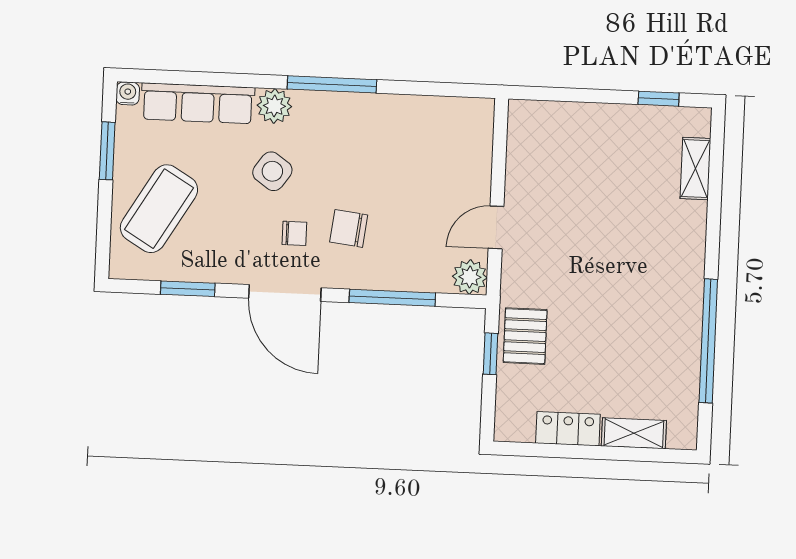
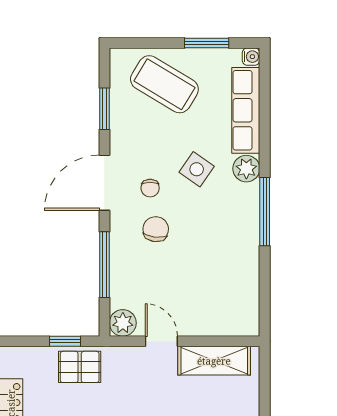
shelving: (525, 159) -> (214, 361), added

